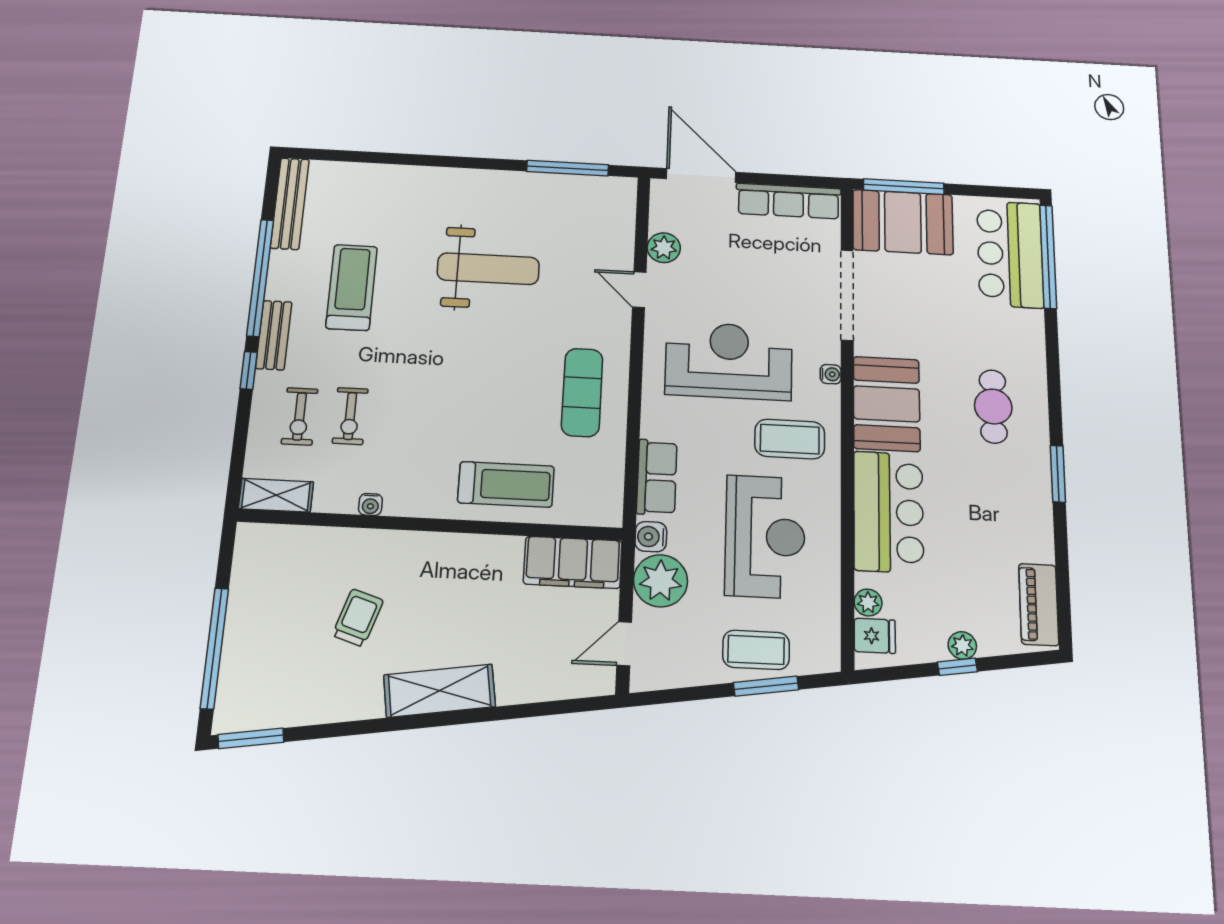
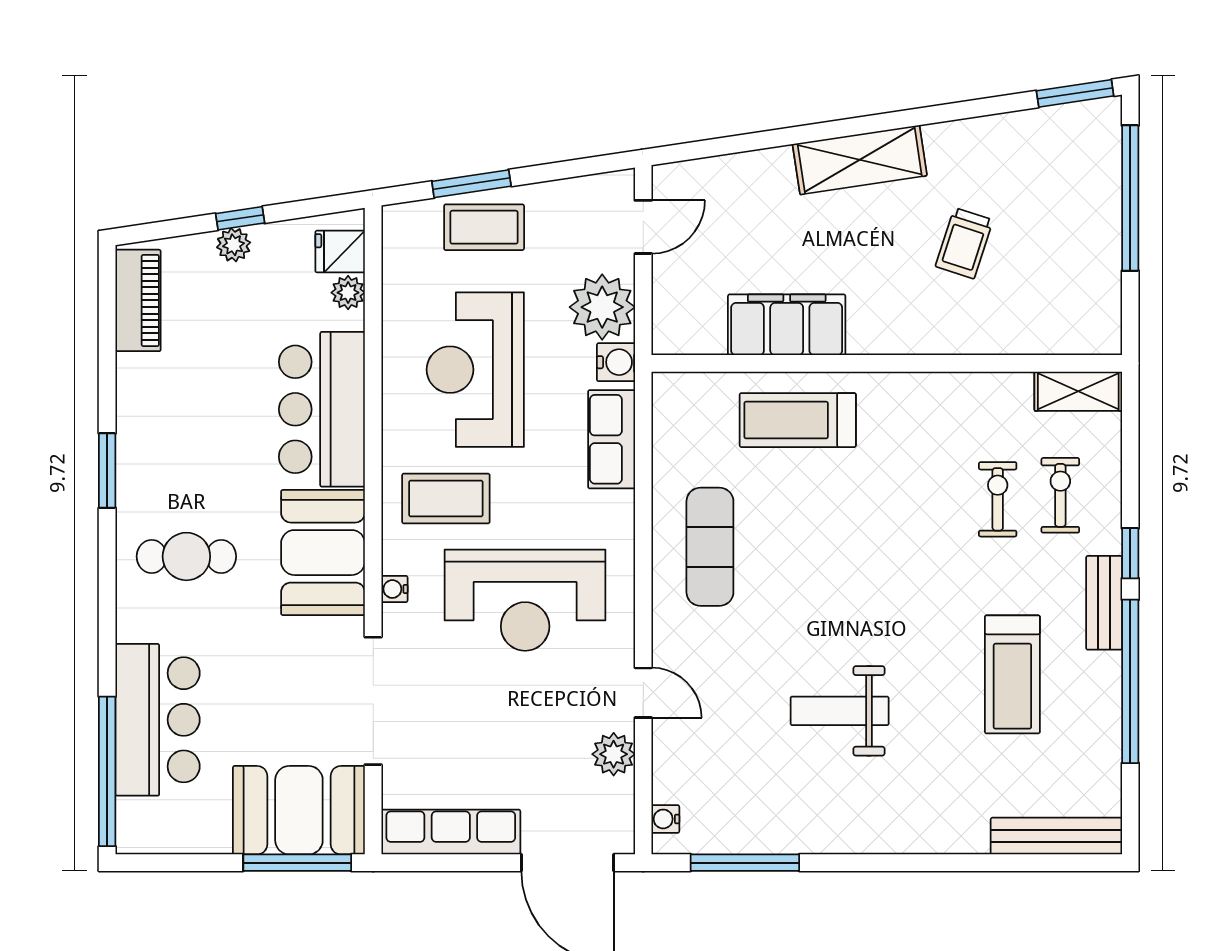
bench: (290, 204) -> (1056, 836), moved, turned 90
bar counter: (1010, 254) -> (158, 720), moved
weight bench: (488, 269) -> (840, 711), width x0.73, depth x0.75
cafe table: (993, 406) -> (186, 556), turned 90
water cooler: (370, 504) -> (665, 819), moved, turned -90
filing cabinet: (573, 562) -> (787, 325), moved

